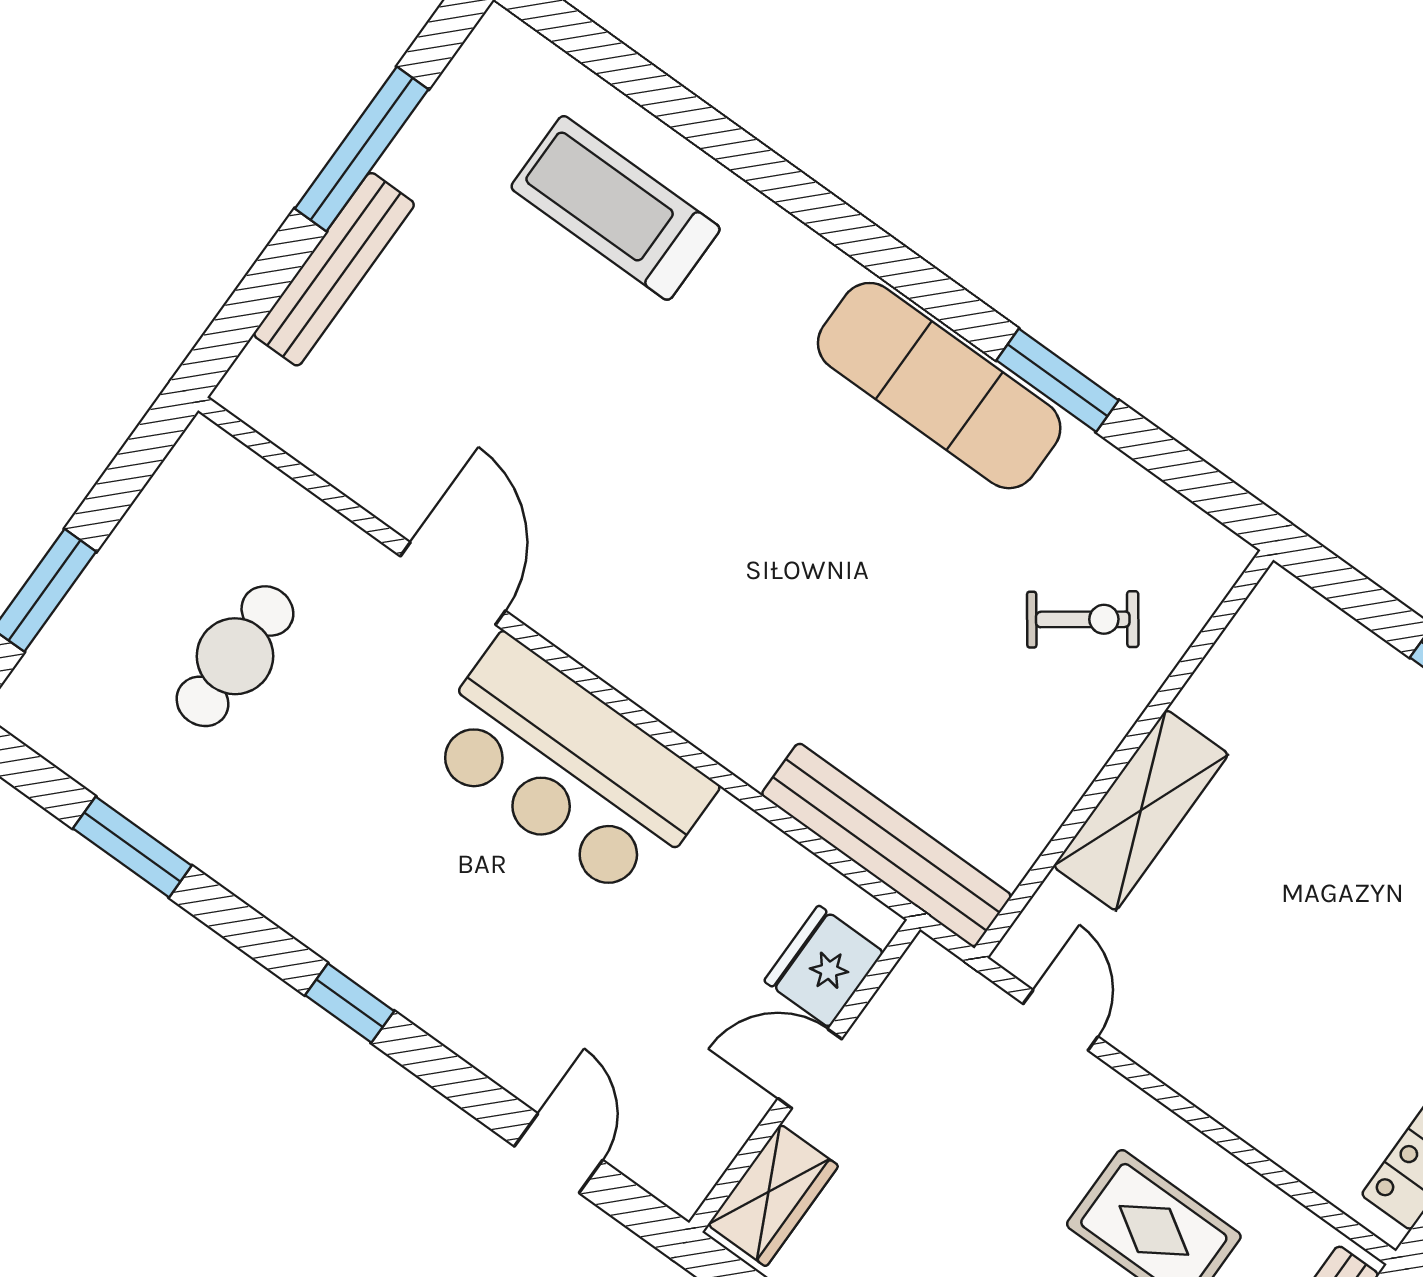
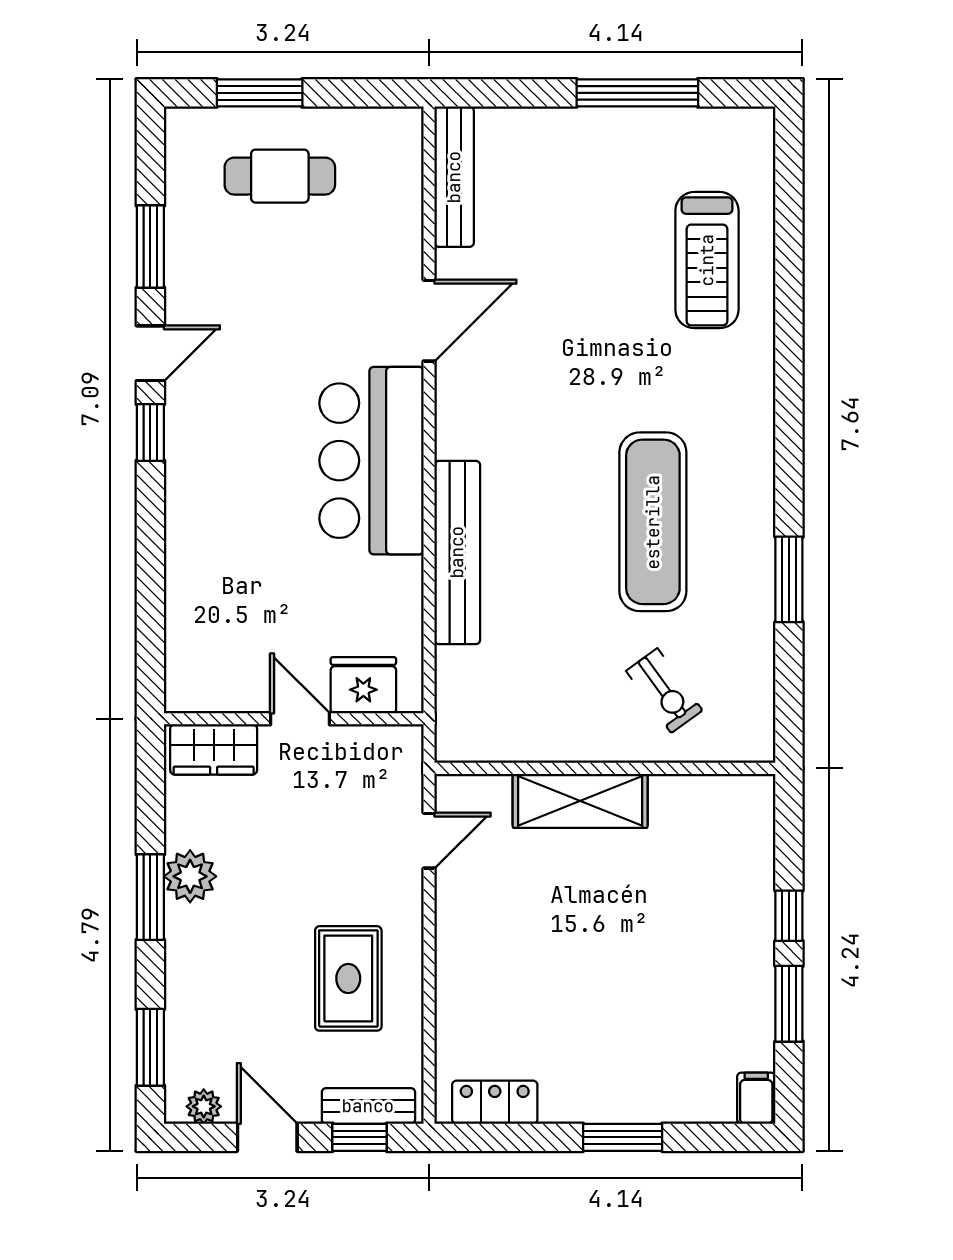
treadmill: (616, 208) -> (707, 260), turned 180
bench: (334, 269) -> (454, 177), moved, turned 90
exercise mat: (939, 386) -> (653, 522), moved
cafe table: (235, 656) -> (280, 176), moved
bench: (886, 845) -> (457, 552), moved
door: (558, 1153) -> (150, 353), moved

